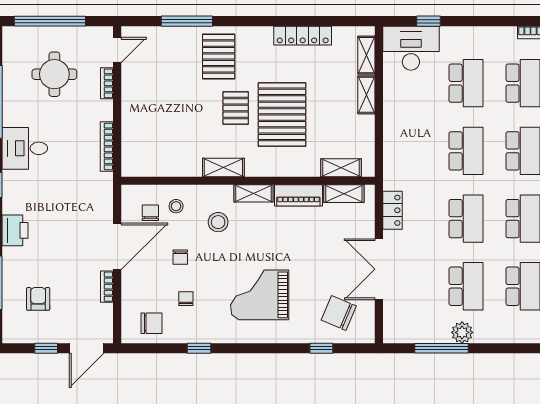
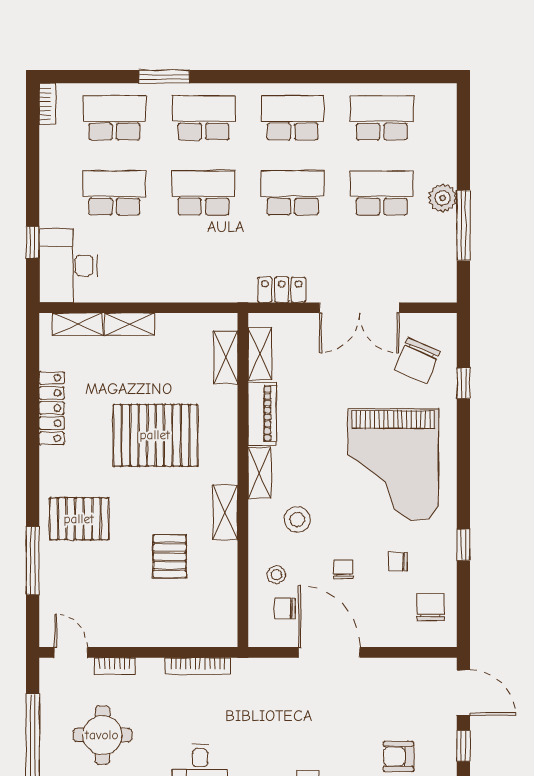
pallet: (236, 108) -> (170, 556), moved, turned 90
chair: (180, 257) -> (343, 569), turned -90
bookcase: (107, 287) -> (382, 666), removed
grand piano: (260, 295) -> (393, 465), width x1.37, depth x1.48

